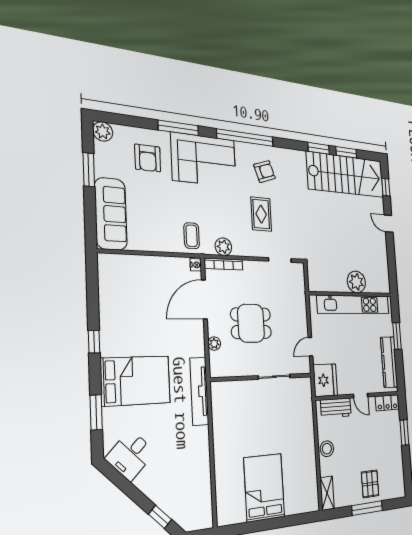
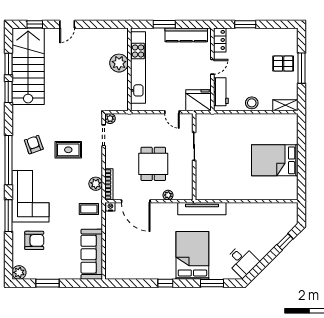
sofa: (111, 214) -> (92, 254), moved, turned -90
plant: (299, 269) -> (110, 118), added

